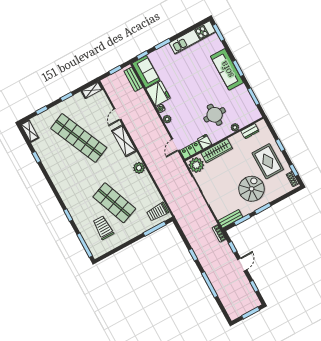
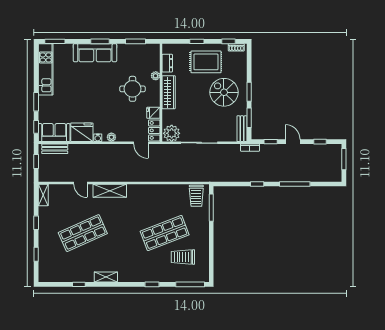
shelving: (30, 131) -> (106, 277), moved
shop shelf: (79, 138) -> (83, 233), width x0.71
wardrobe: (217, 151) -> (169, 92), moved
plant: (139, 168) -> (144, 190), removed

